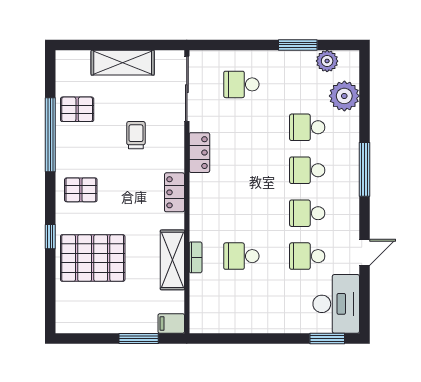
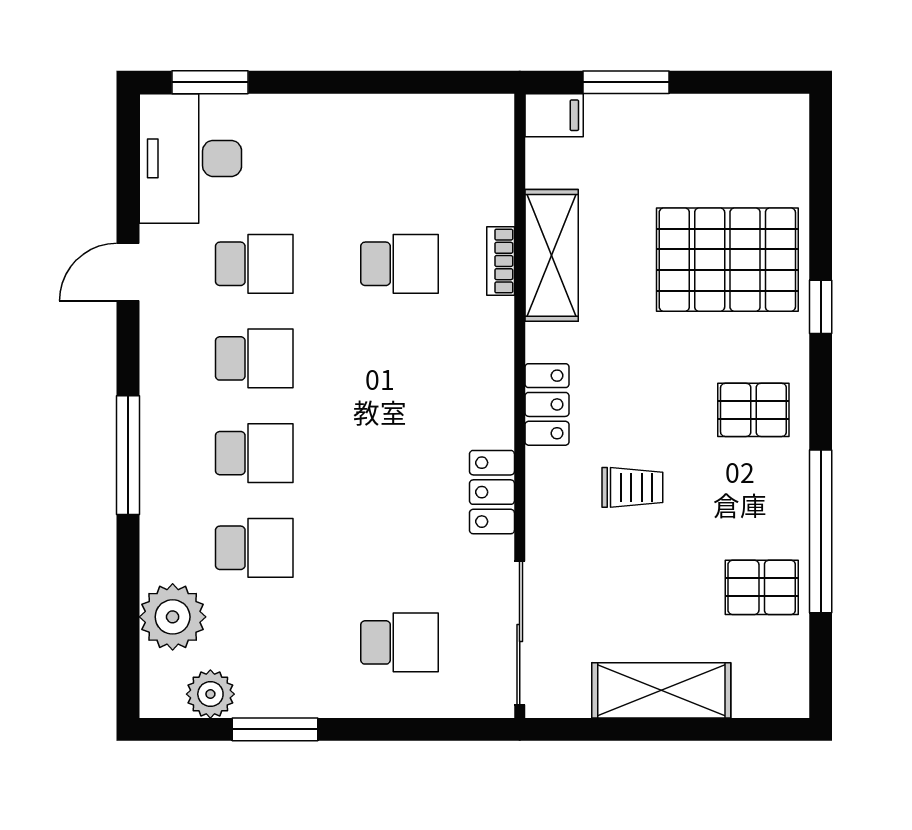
trolley: (136, 135) -> (632, 487), moved, turned -90

